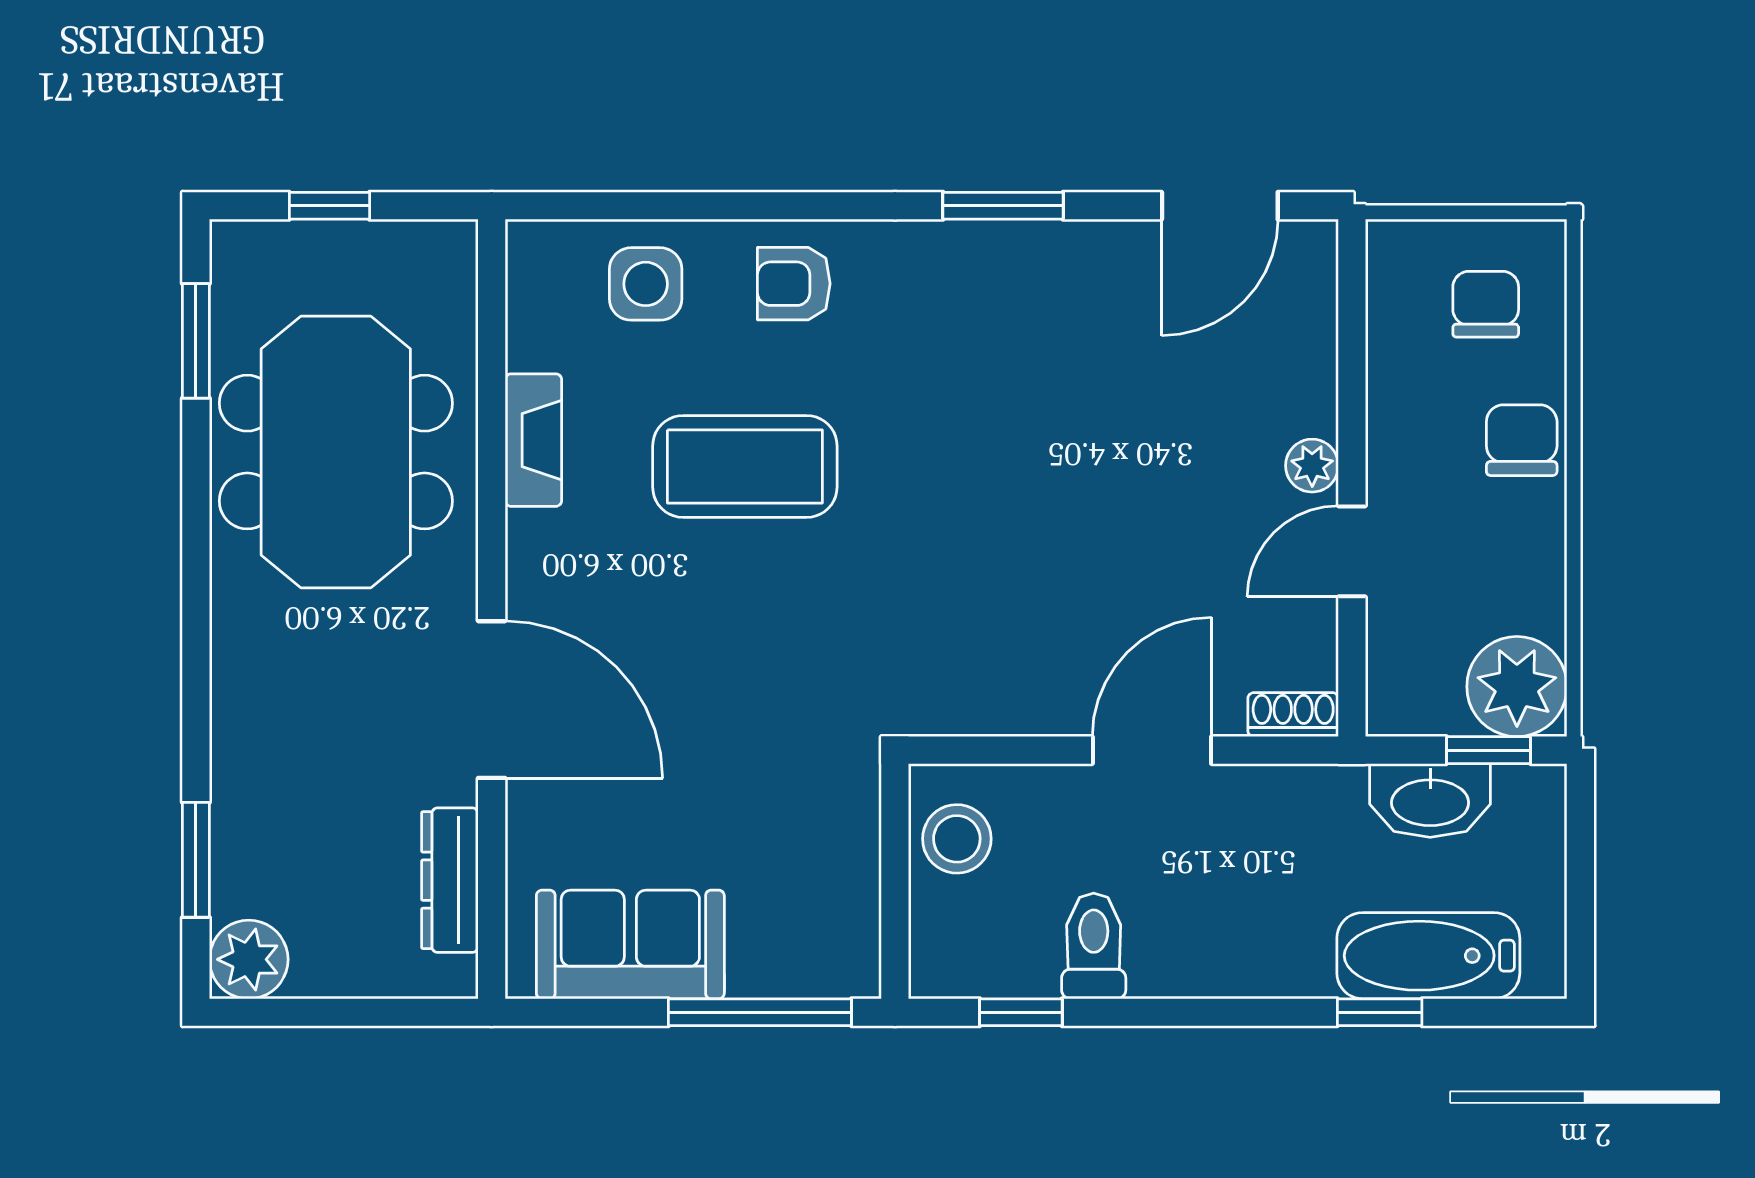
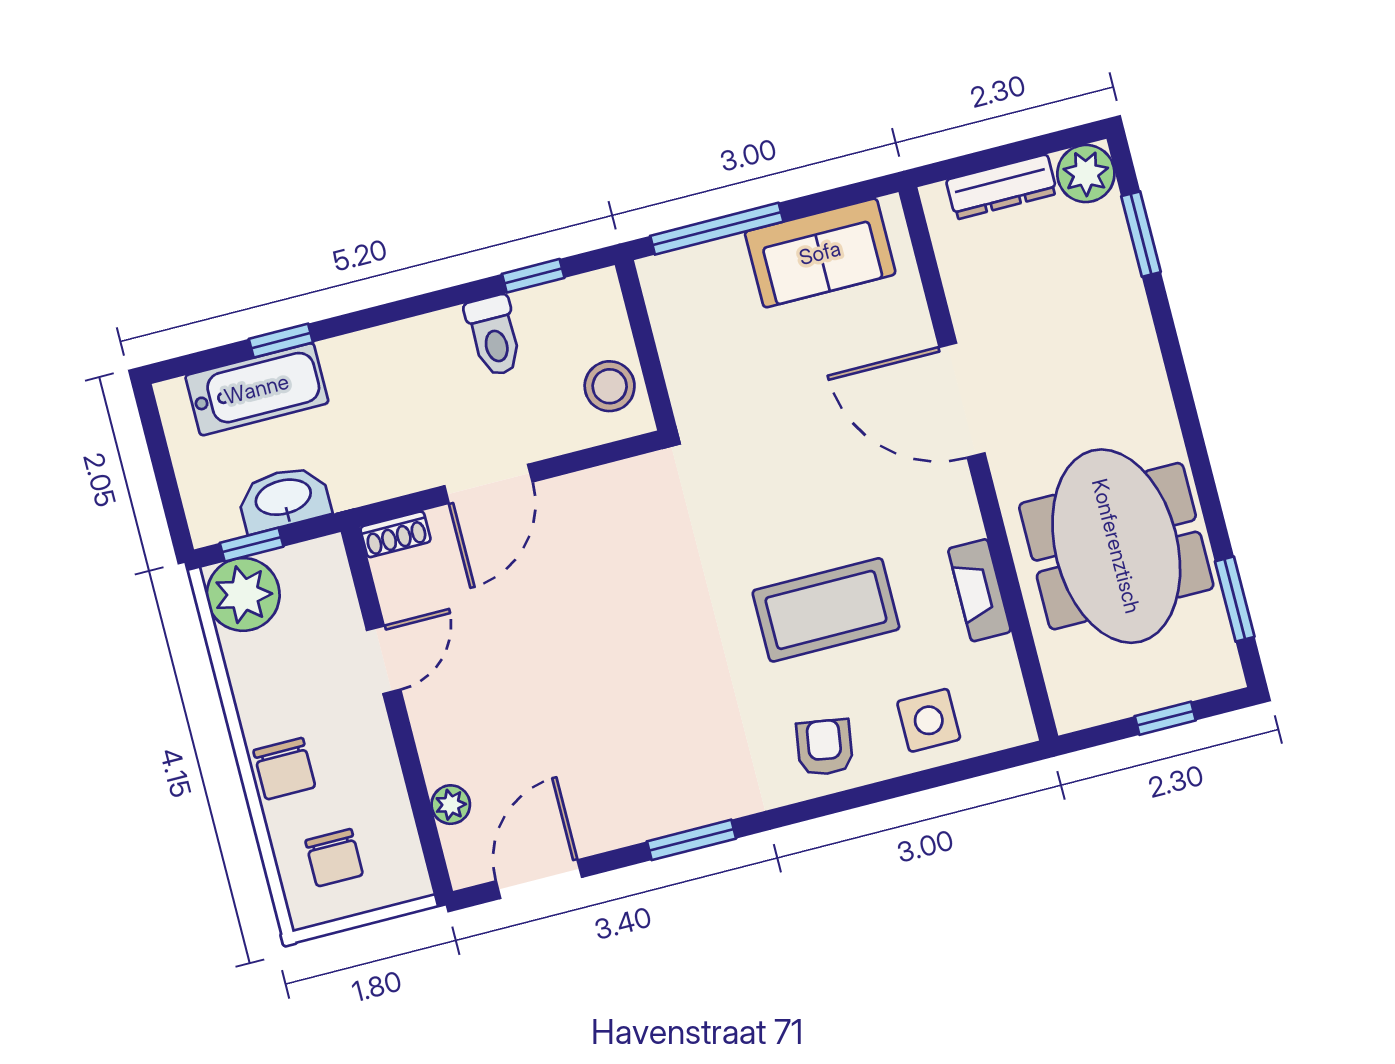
armchair: (794, 284) -> (825, 747), turned -81
plant: (1312, 466) -> (451, 805), moved
dresser: (450, 880) -> (1002, 187), moved, turned 90

